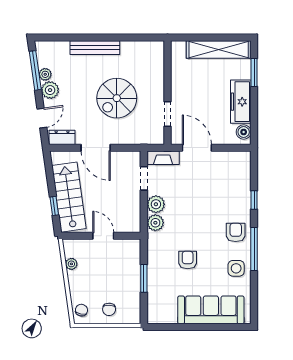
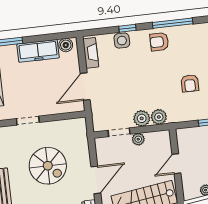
doorway: (167, 114) -> (28, 121), moved
fireplace: (163, 158) -> (91, 53), moved
plant: (134, 198) -> (138, 139), added
armchair: (188, 260) -> (190, 83), turned -90
side table: (236, 268) -> (122, 41), moved

